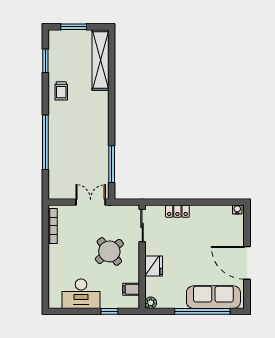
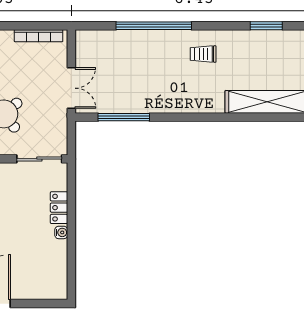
trolley: (61, 91) -> (203, 54), moved
water cooler: (237, 210) -> (61, 232), moved

